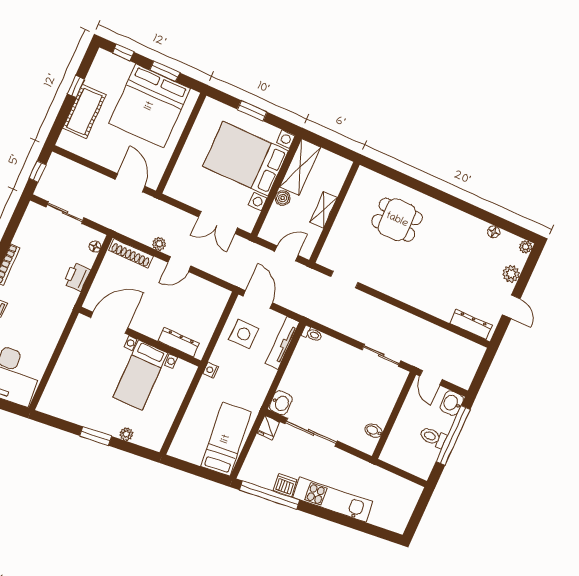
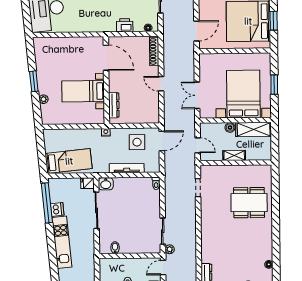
dining table: (397, 220) -> (249, 203), width x1.38
plant: (159, 244) -> (170, 249), moved
tv unit: (282, 343) -> (127, 168), moved

